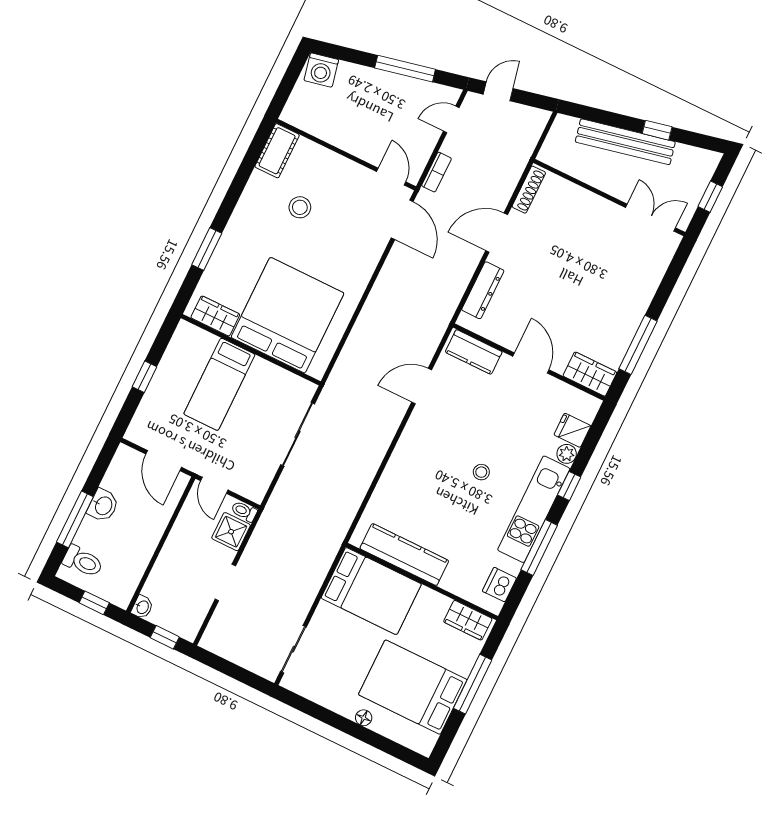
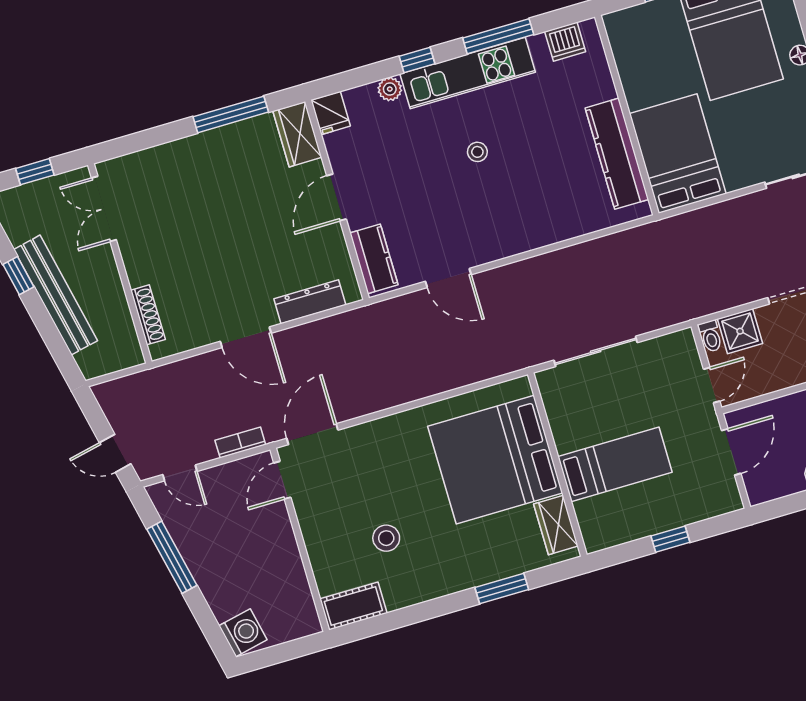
shoe rack: (529, 190) -> (148, 315), moved, turned 90
fridge: (572, 430) -> (331, 113), moved
wardrobe: (468, 620) -> (624, 41), removed

